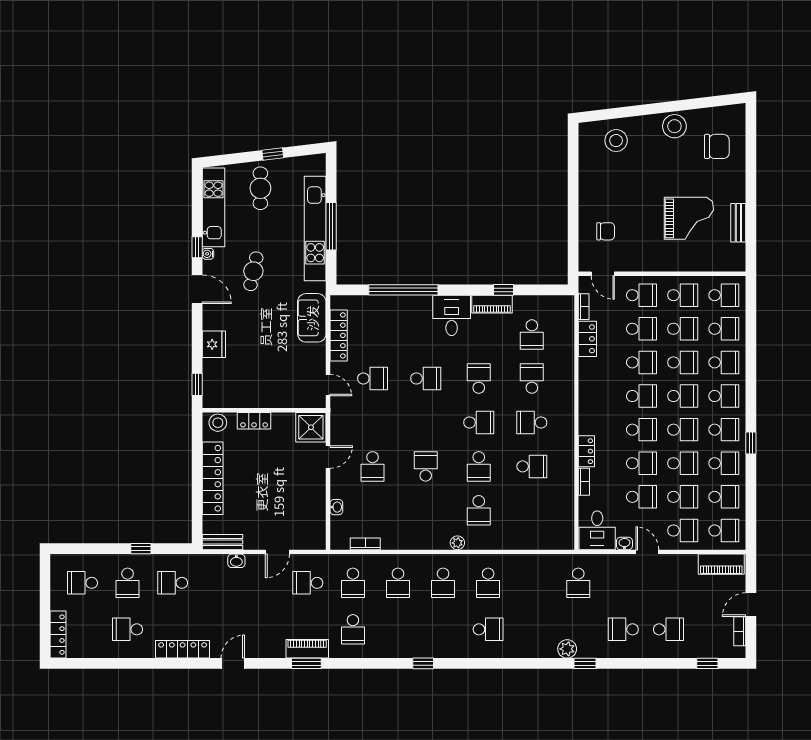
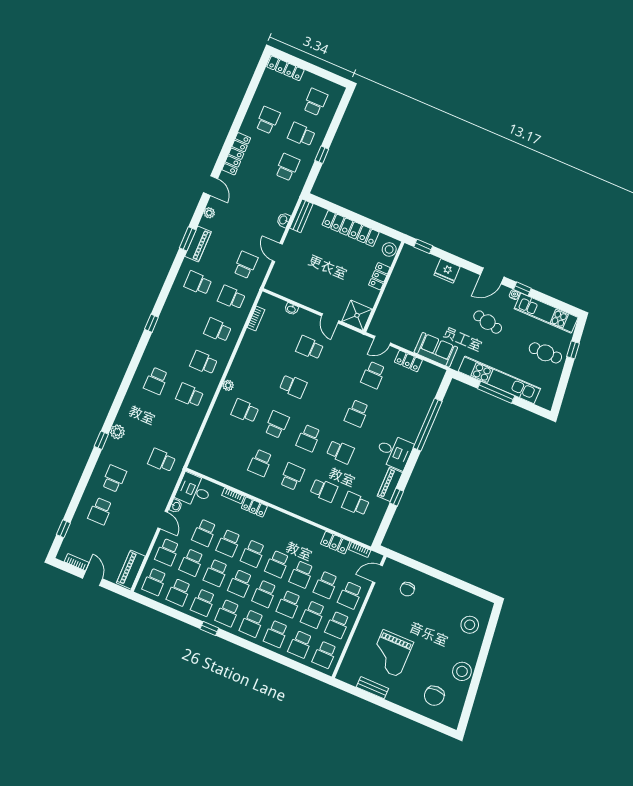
window: (273, 154) -> (573, 350), moved
locker: (339, 335) -> (408, 361), width x0.66
school desk: (479, 466) -> (277, 425), turned 90
door: (647, 552) -> (163, 520), hinge flipped
plant: (265, 651) -> (209, 213), added

